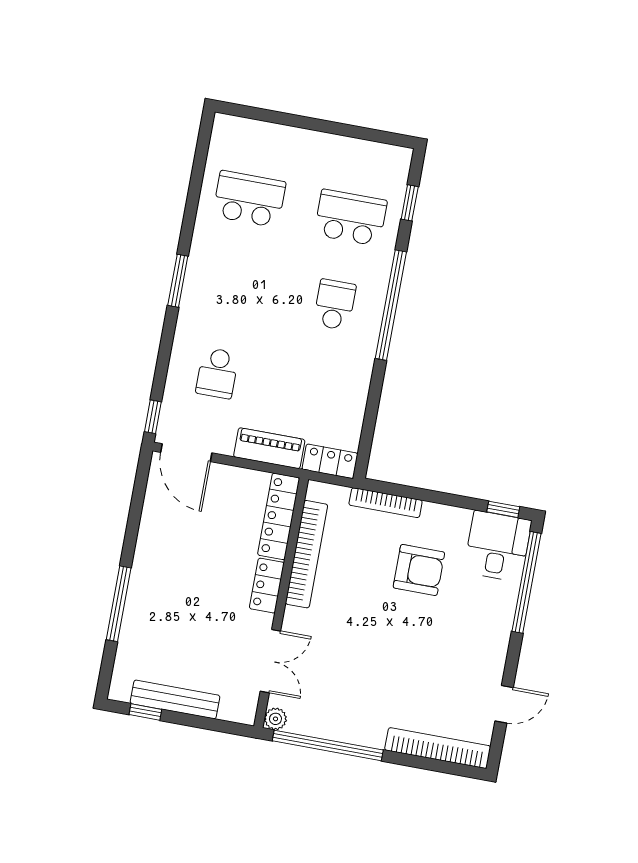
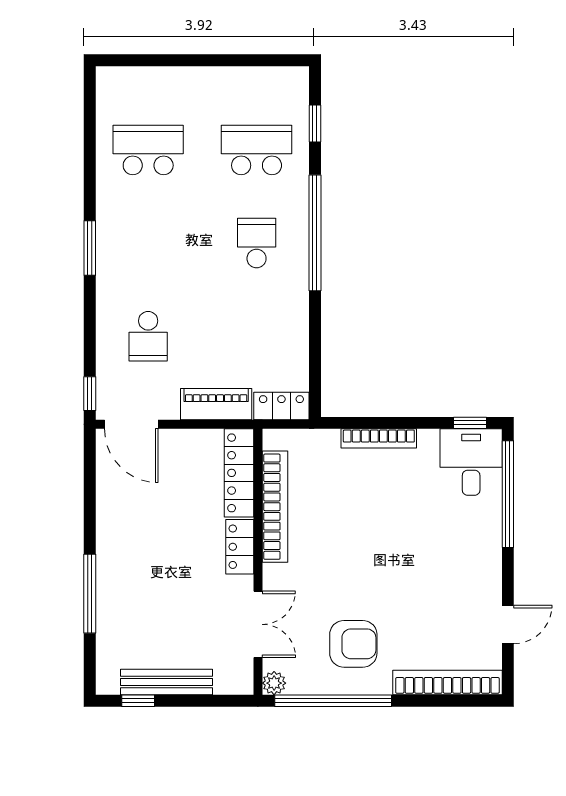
bookcase: (386, 503) -> (379, 438), moved
armchair: (419, 570) -> (353, 644), moved

